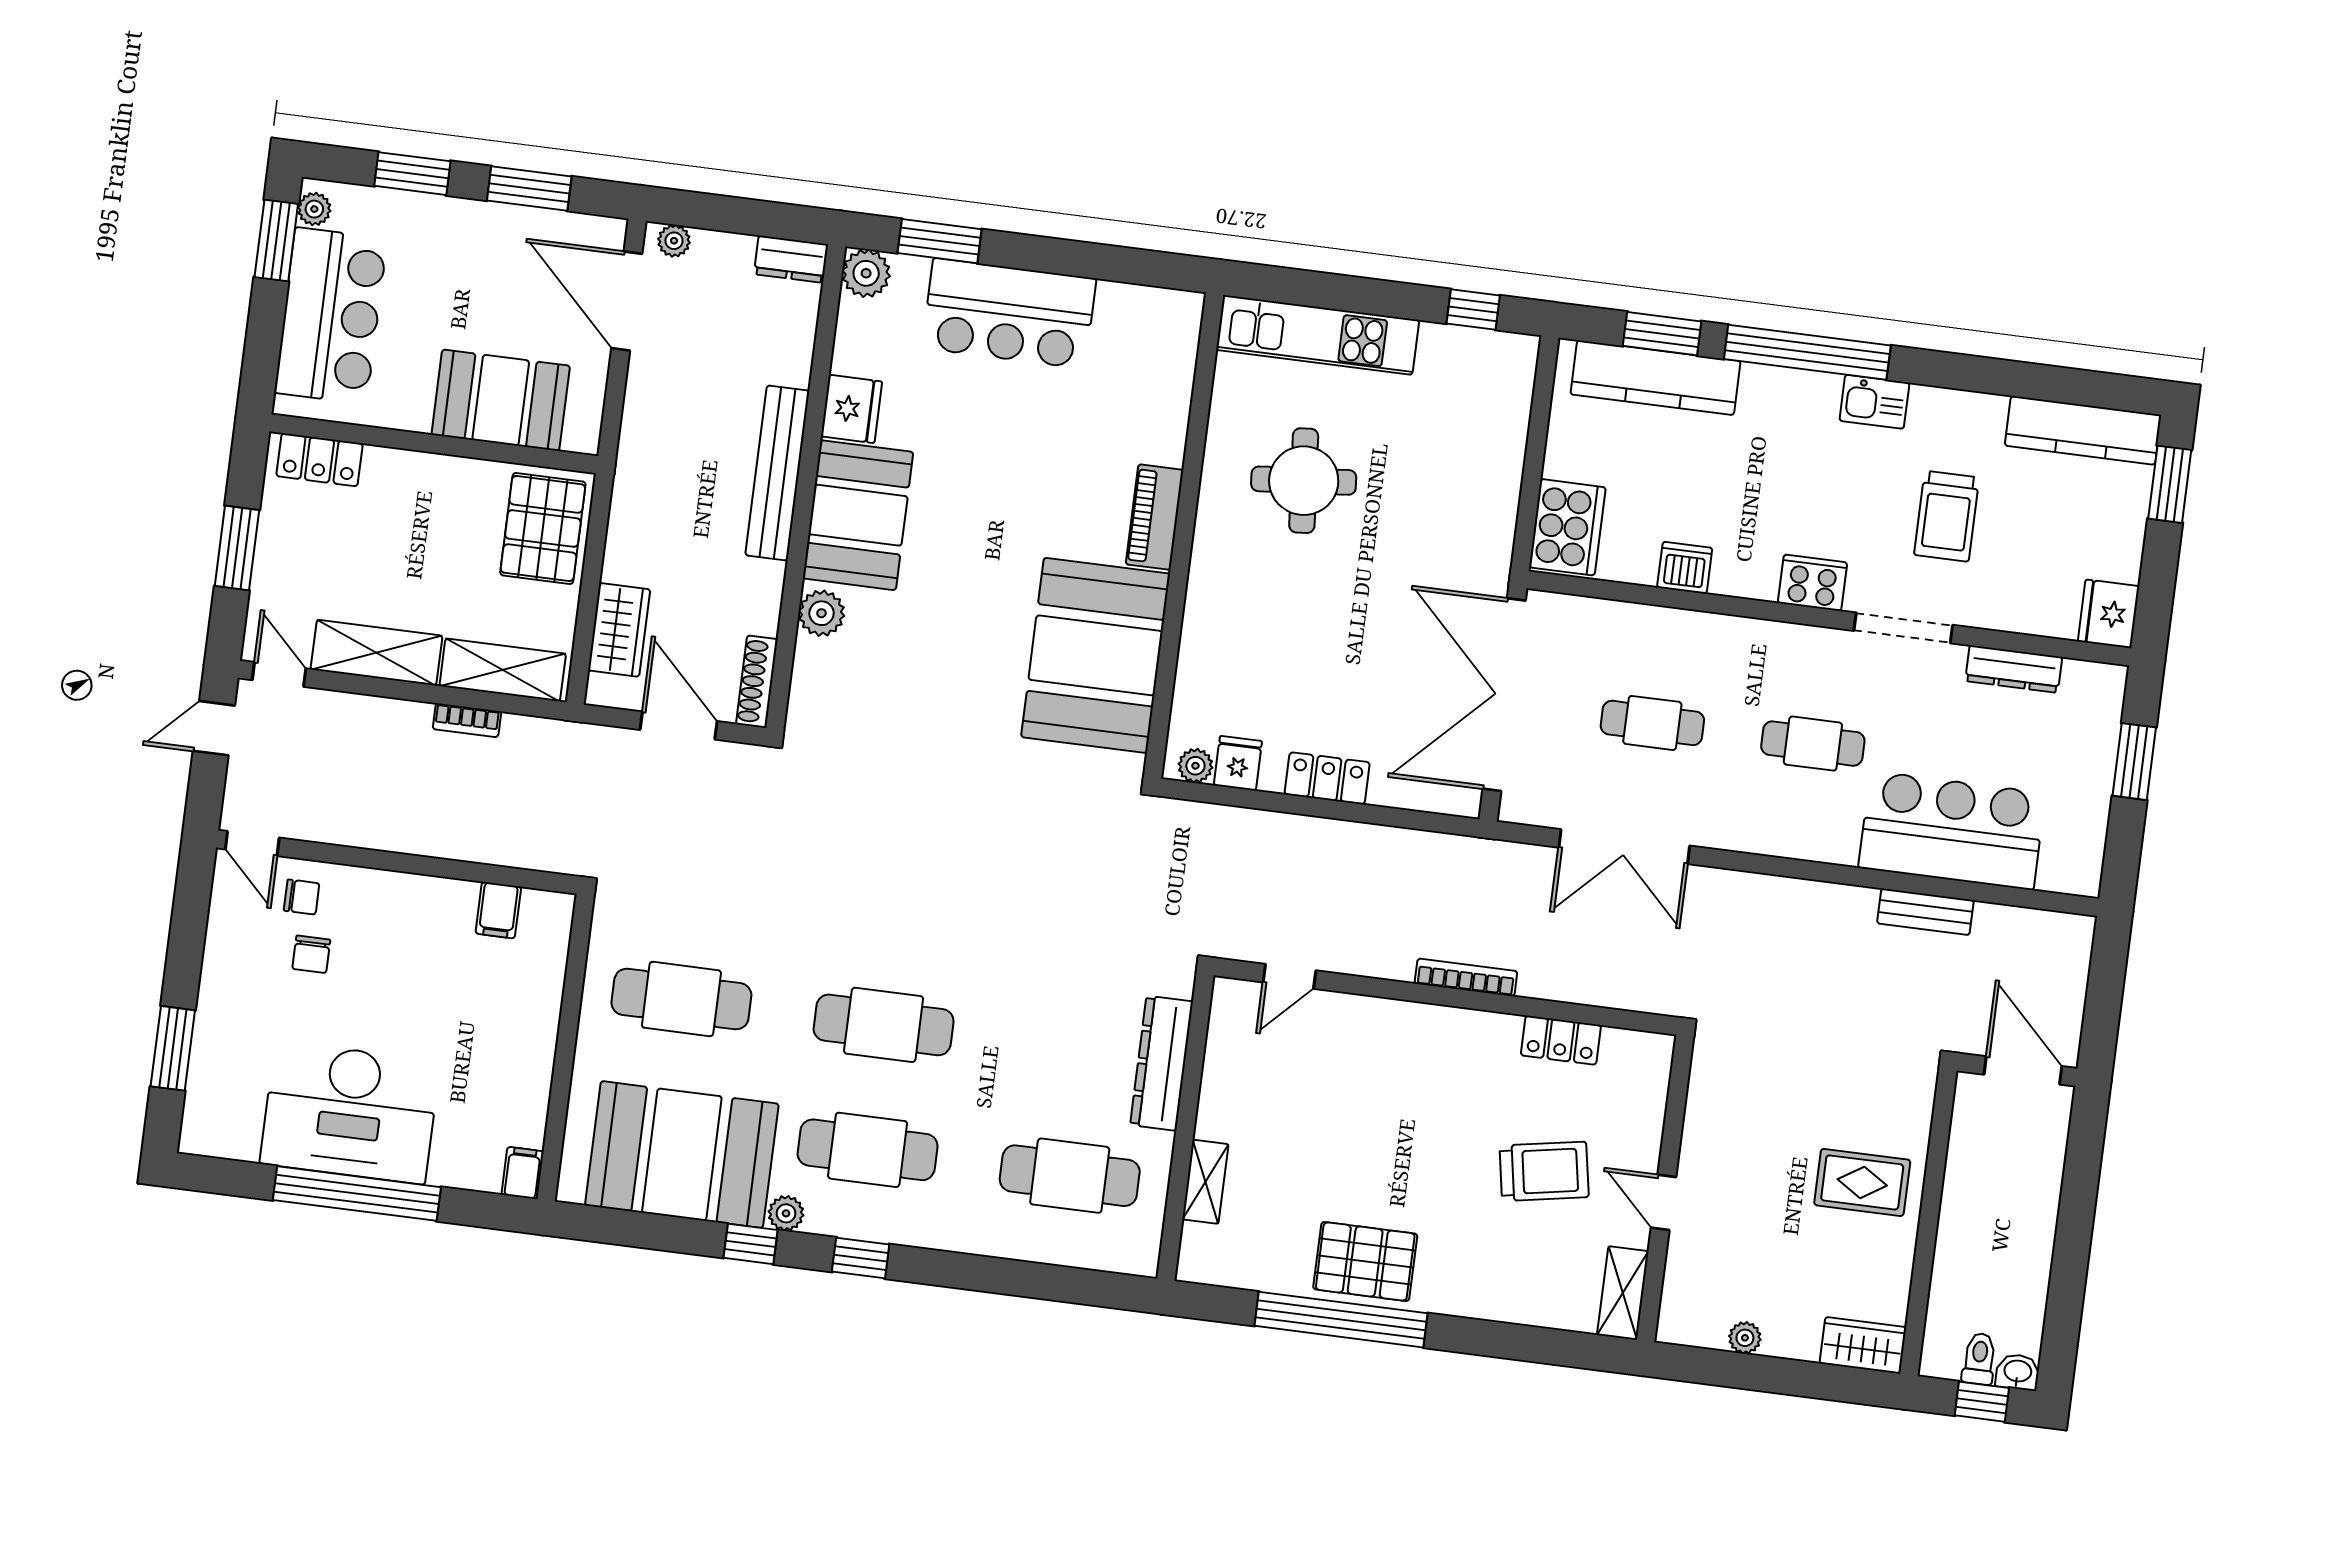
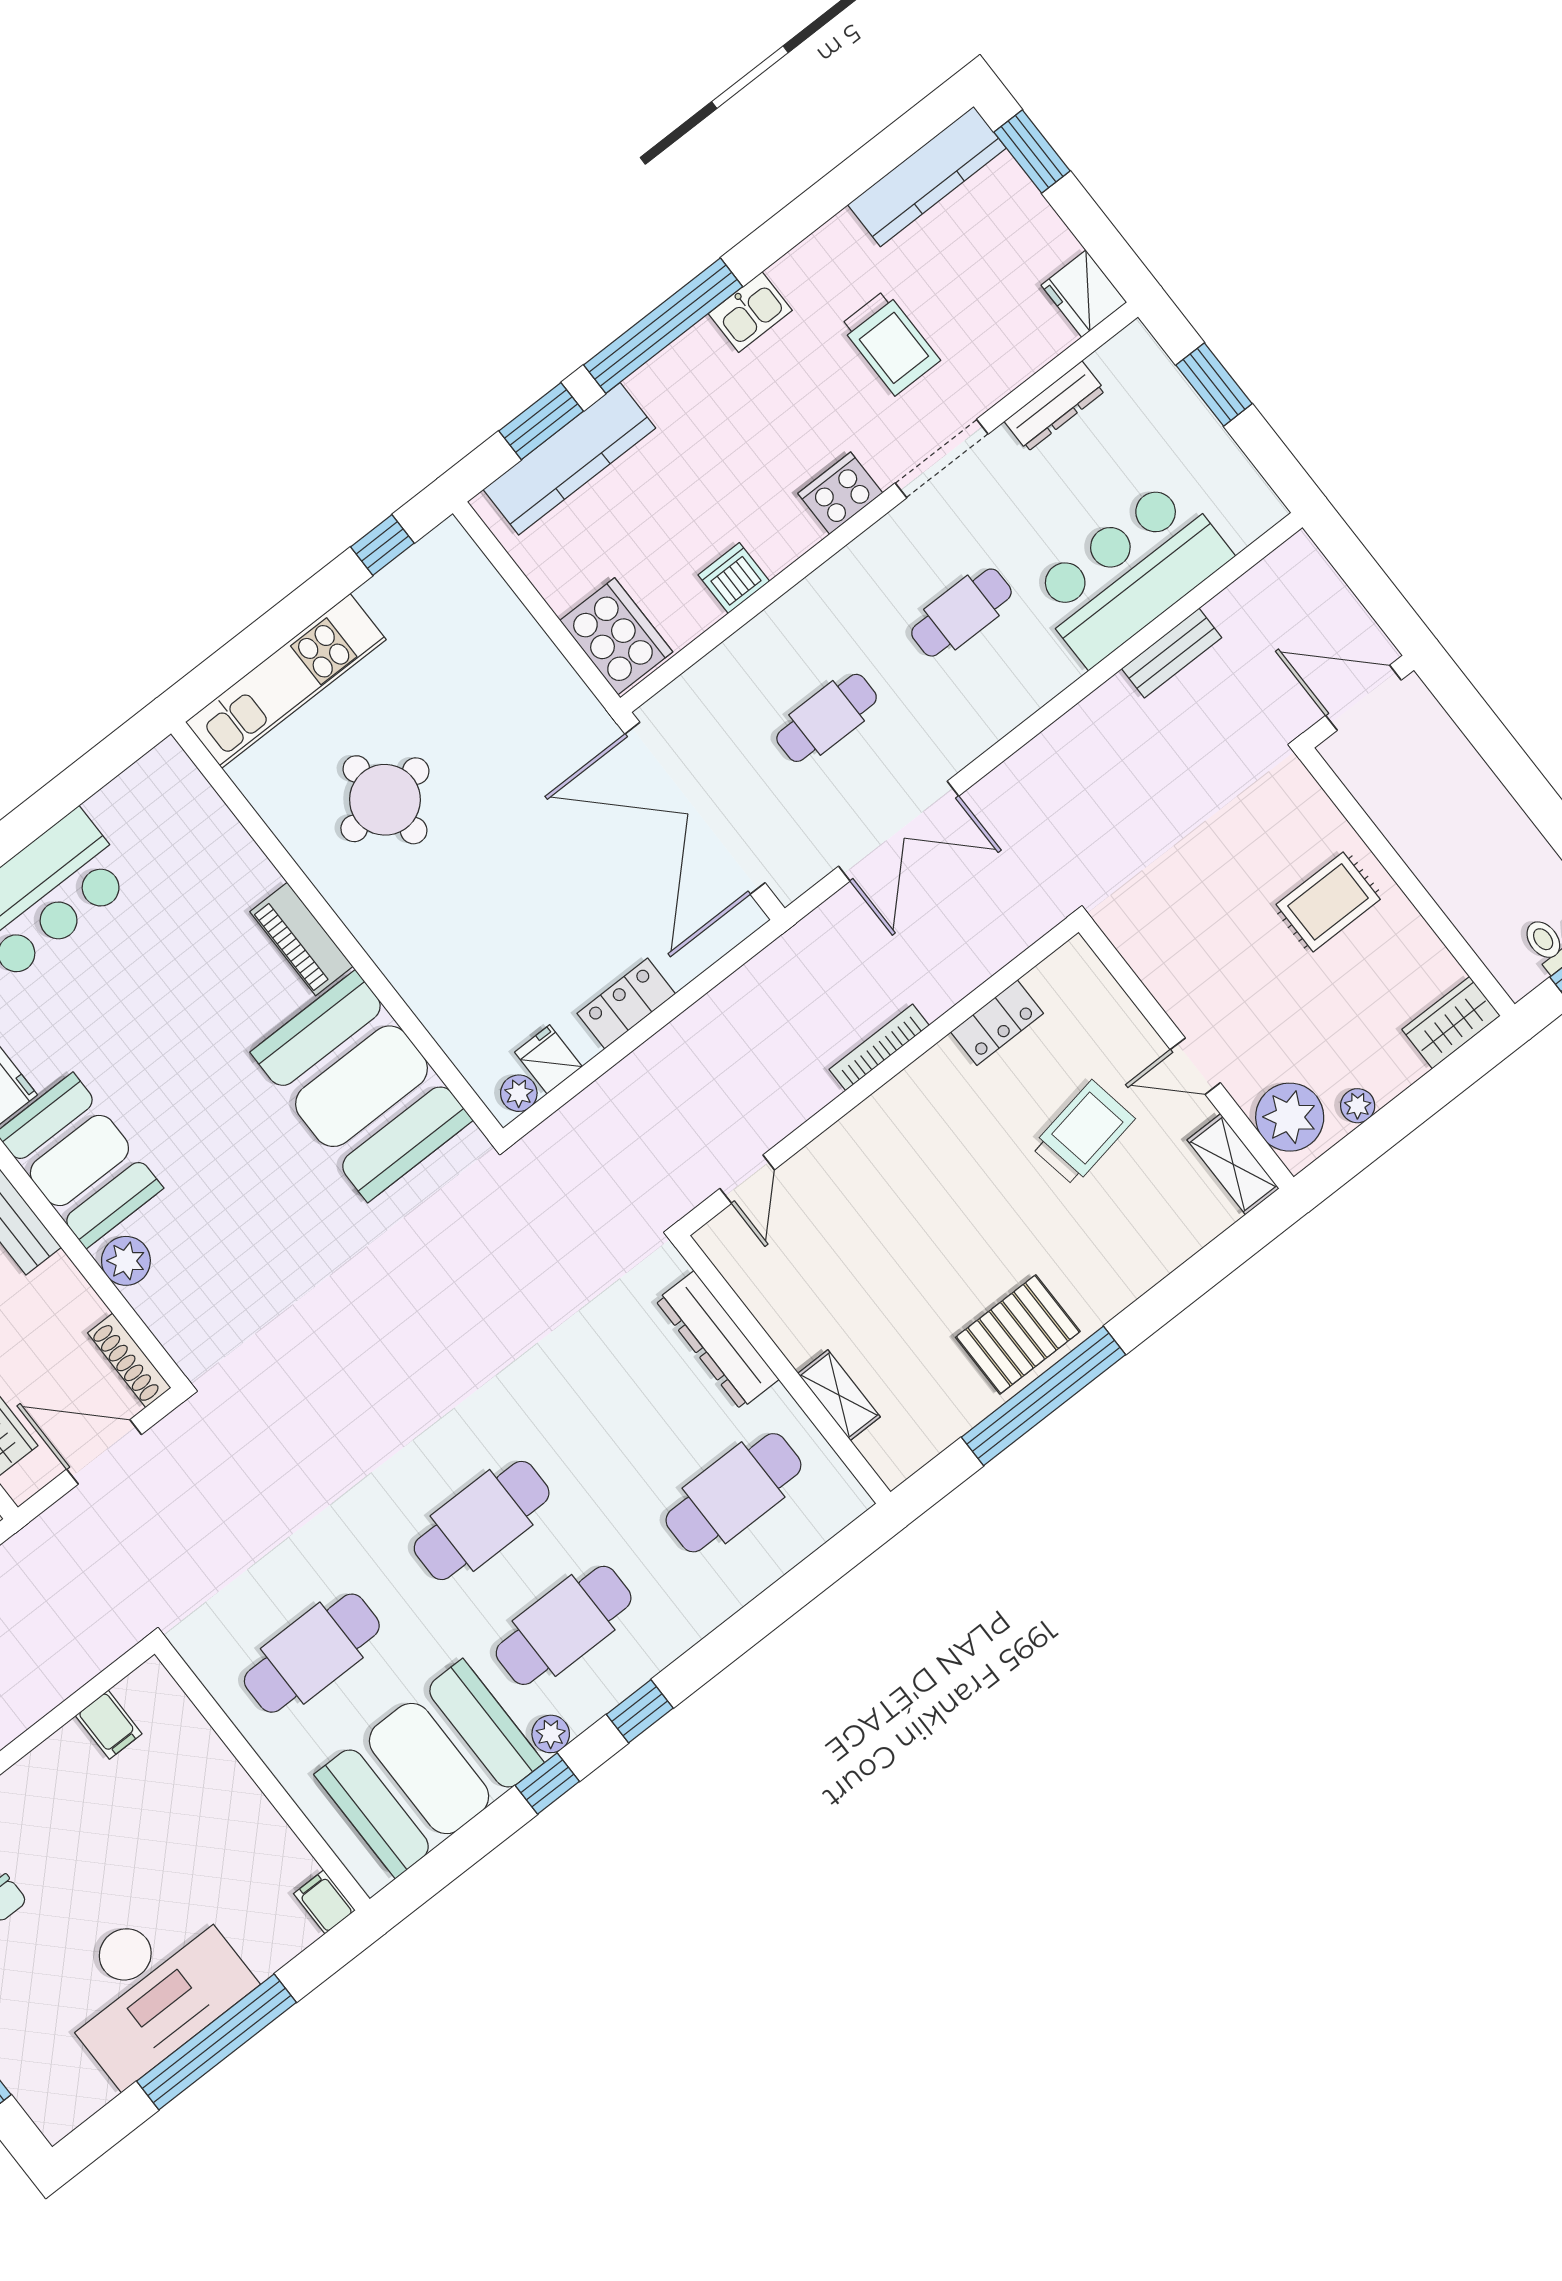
plant: (1692, 1300) -> (1290, 1117), added

